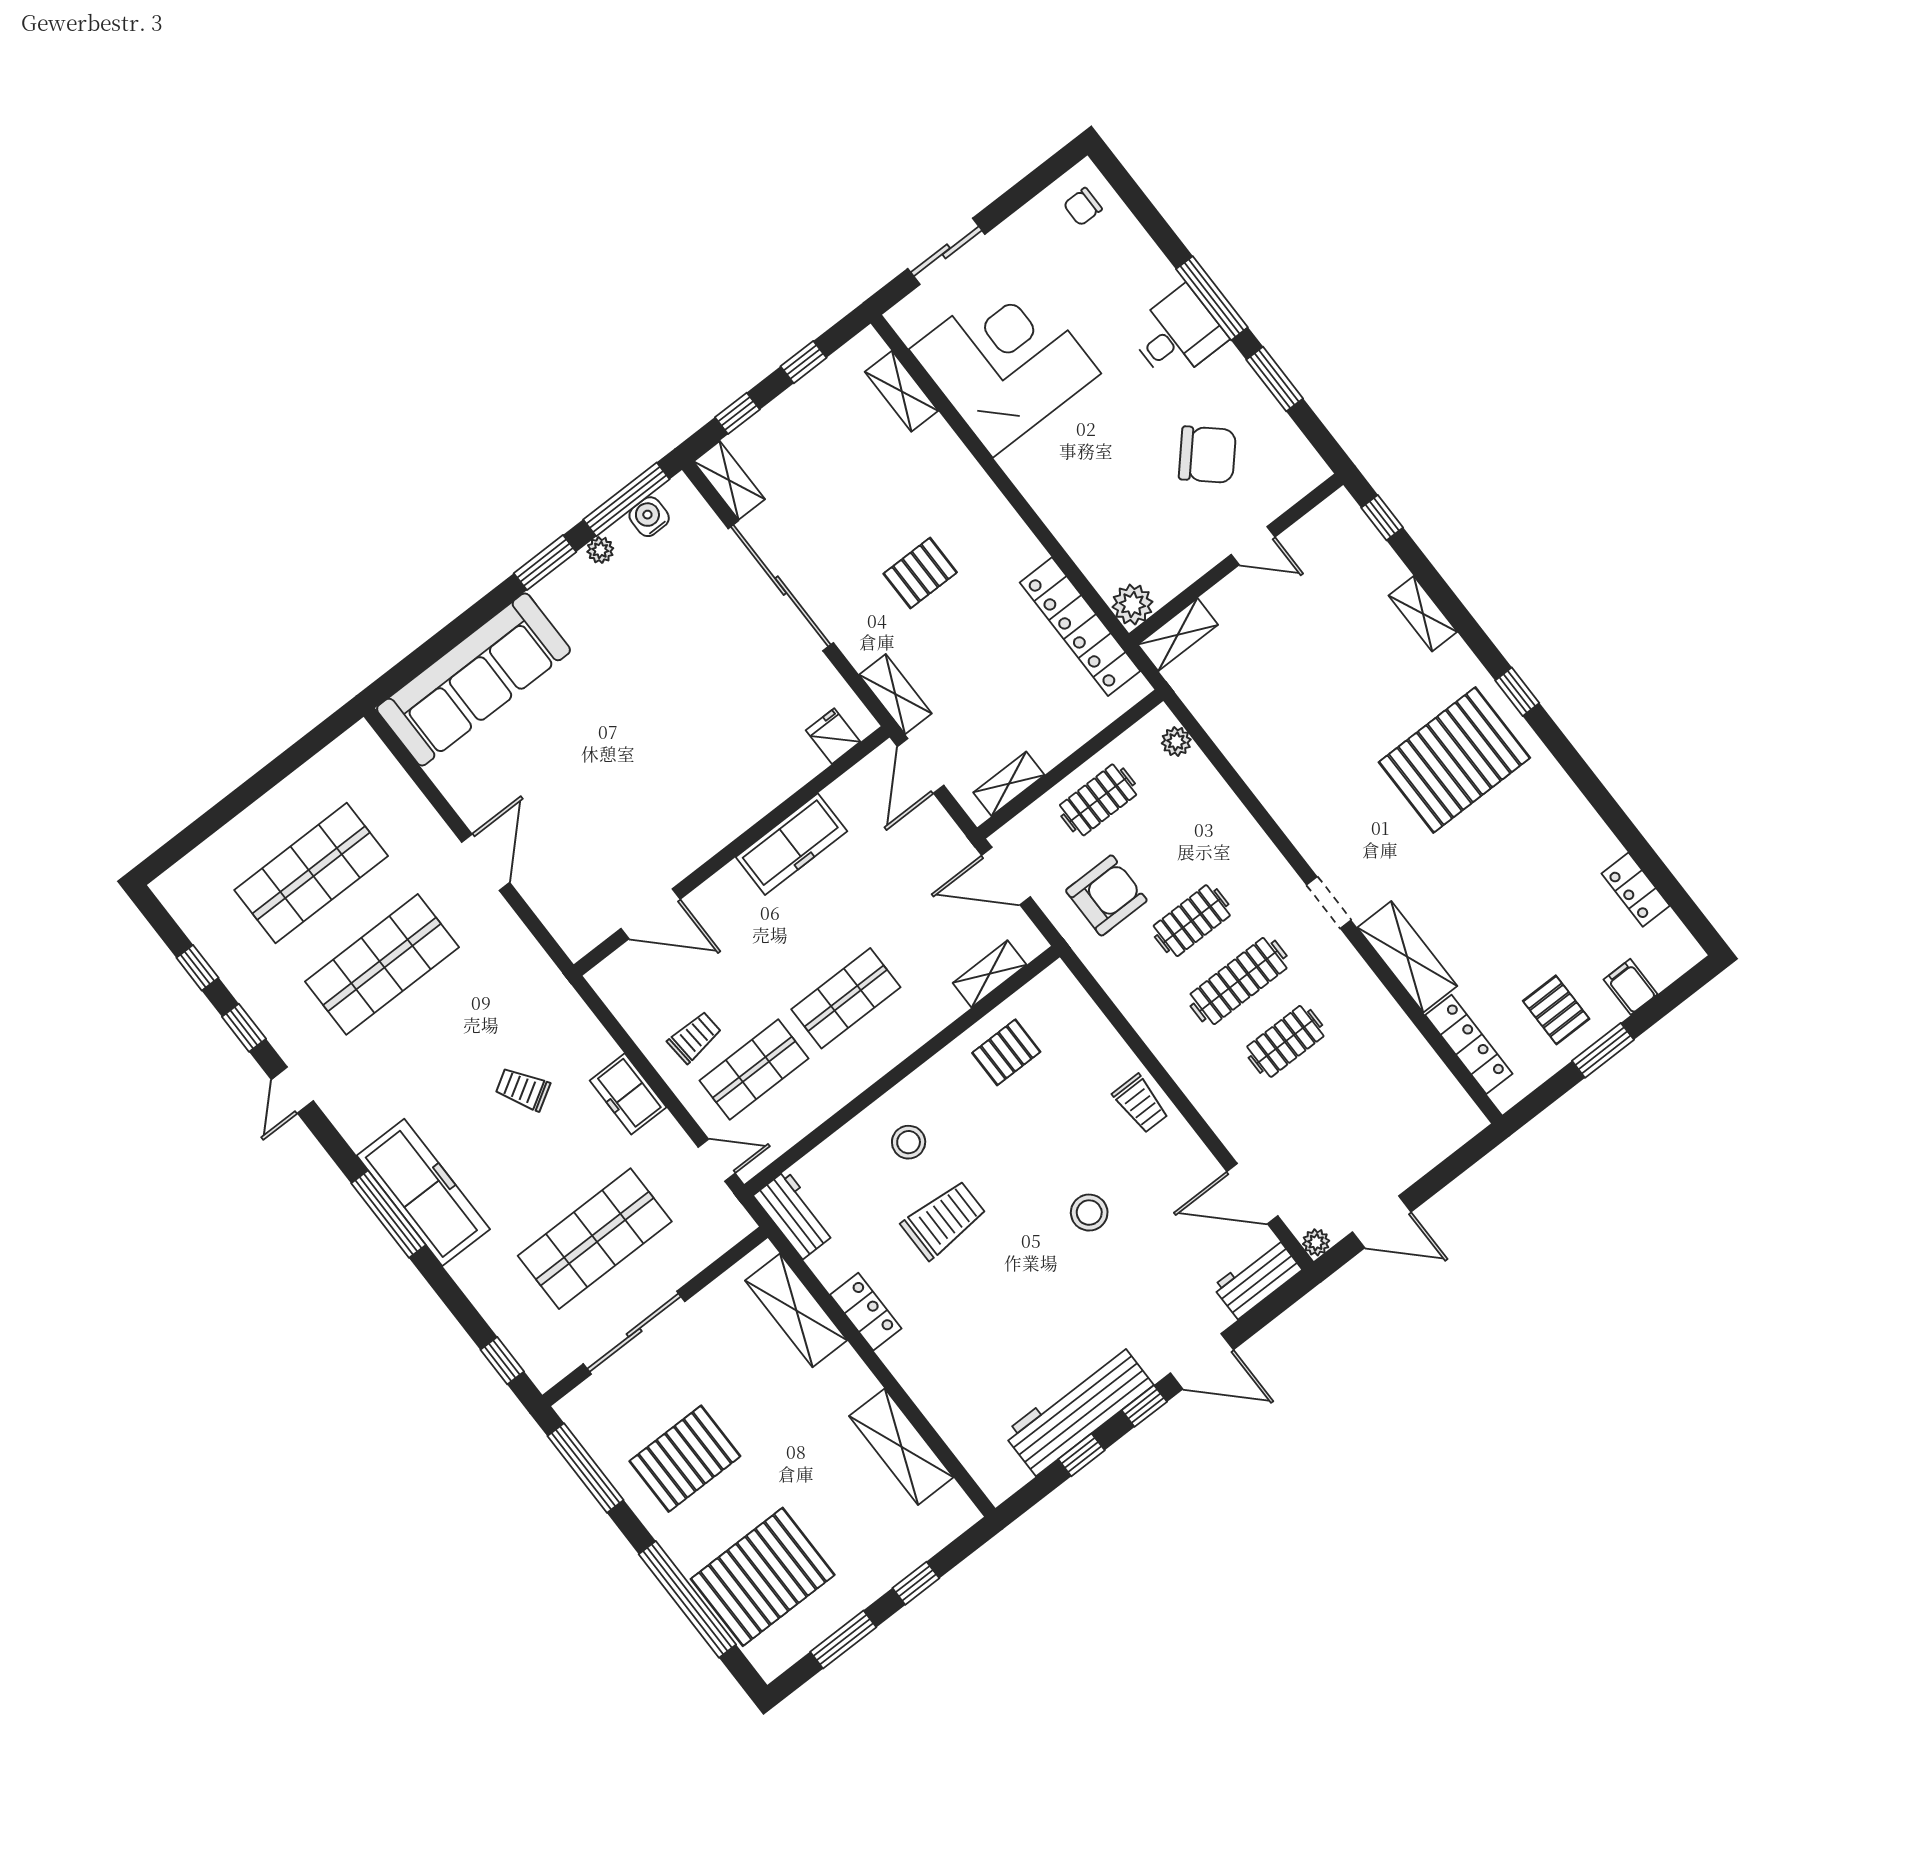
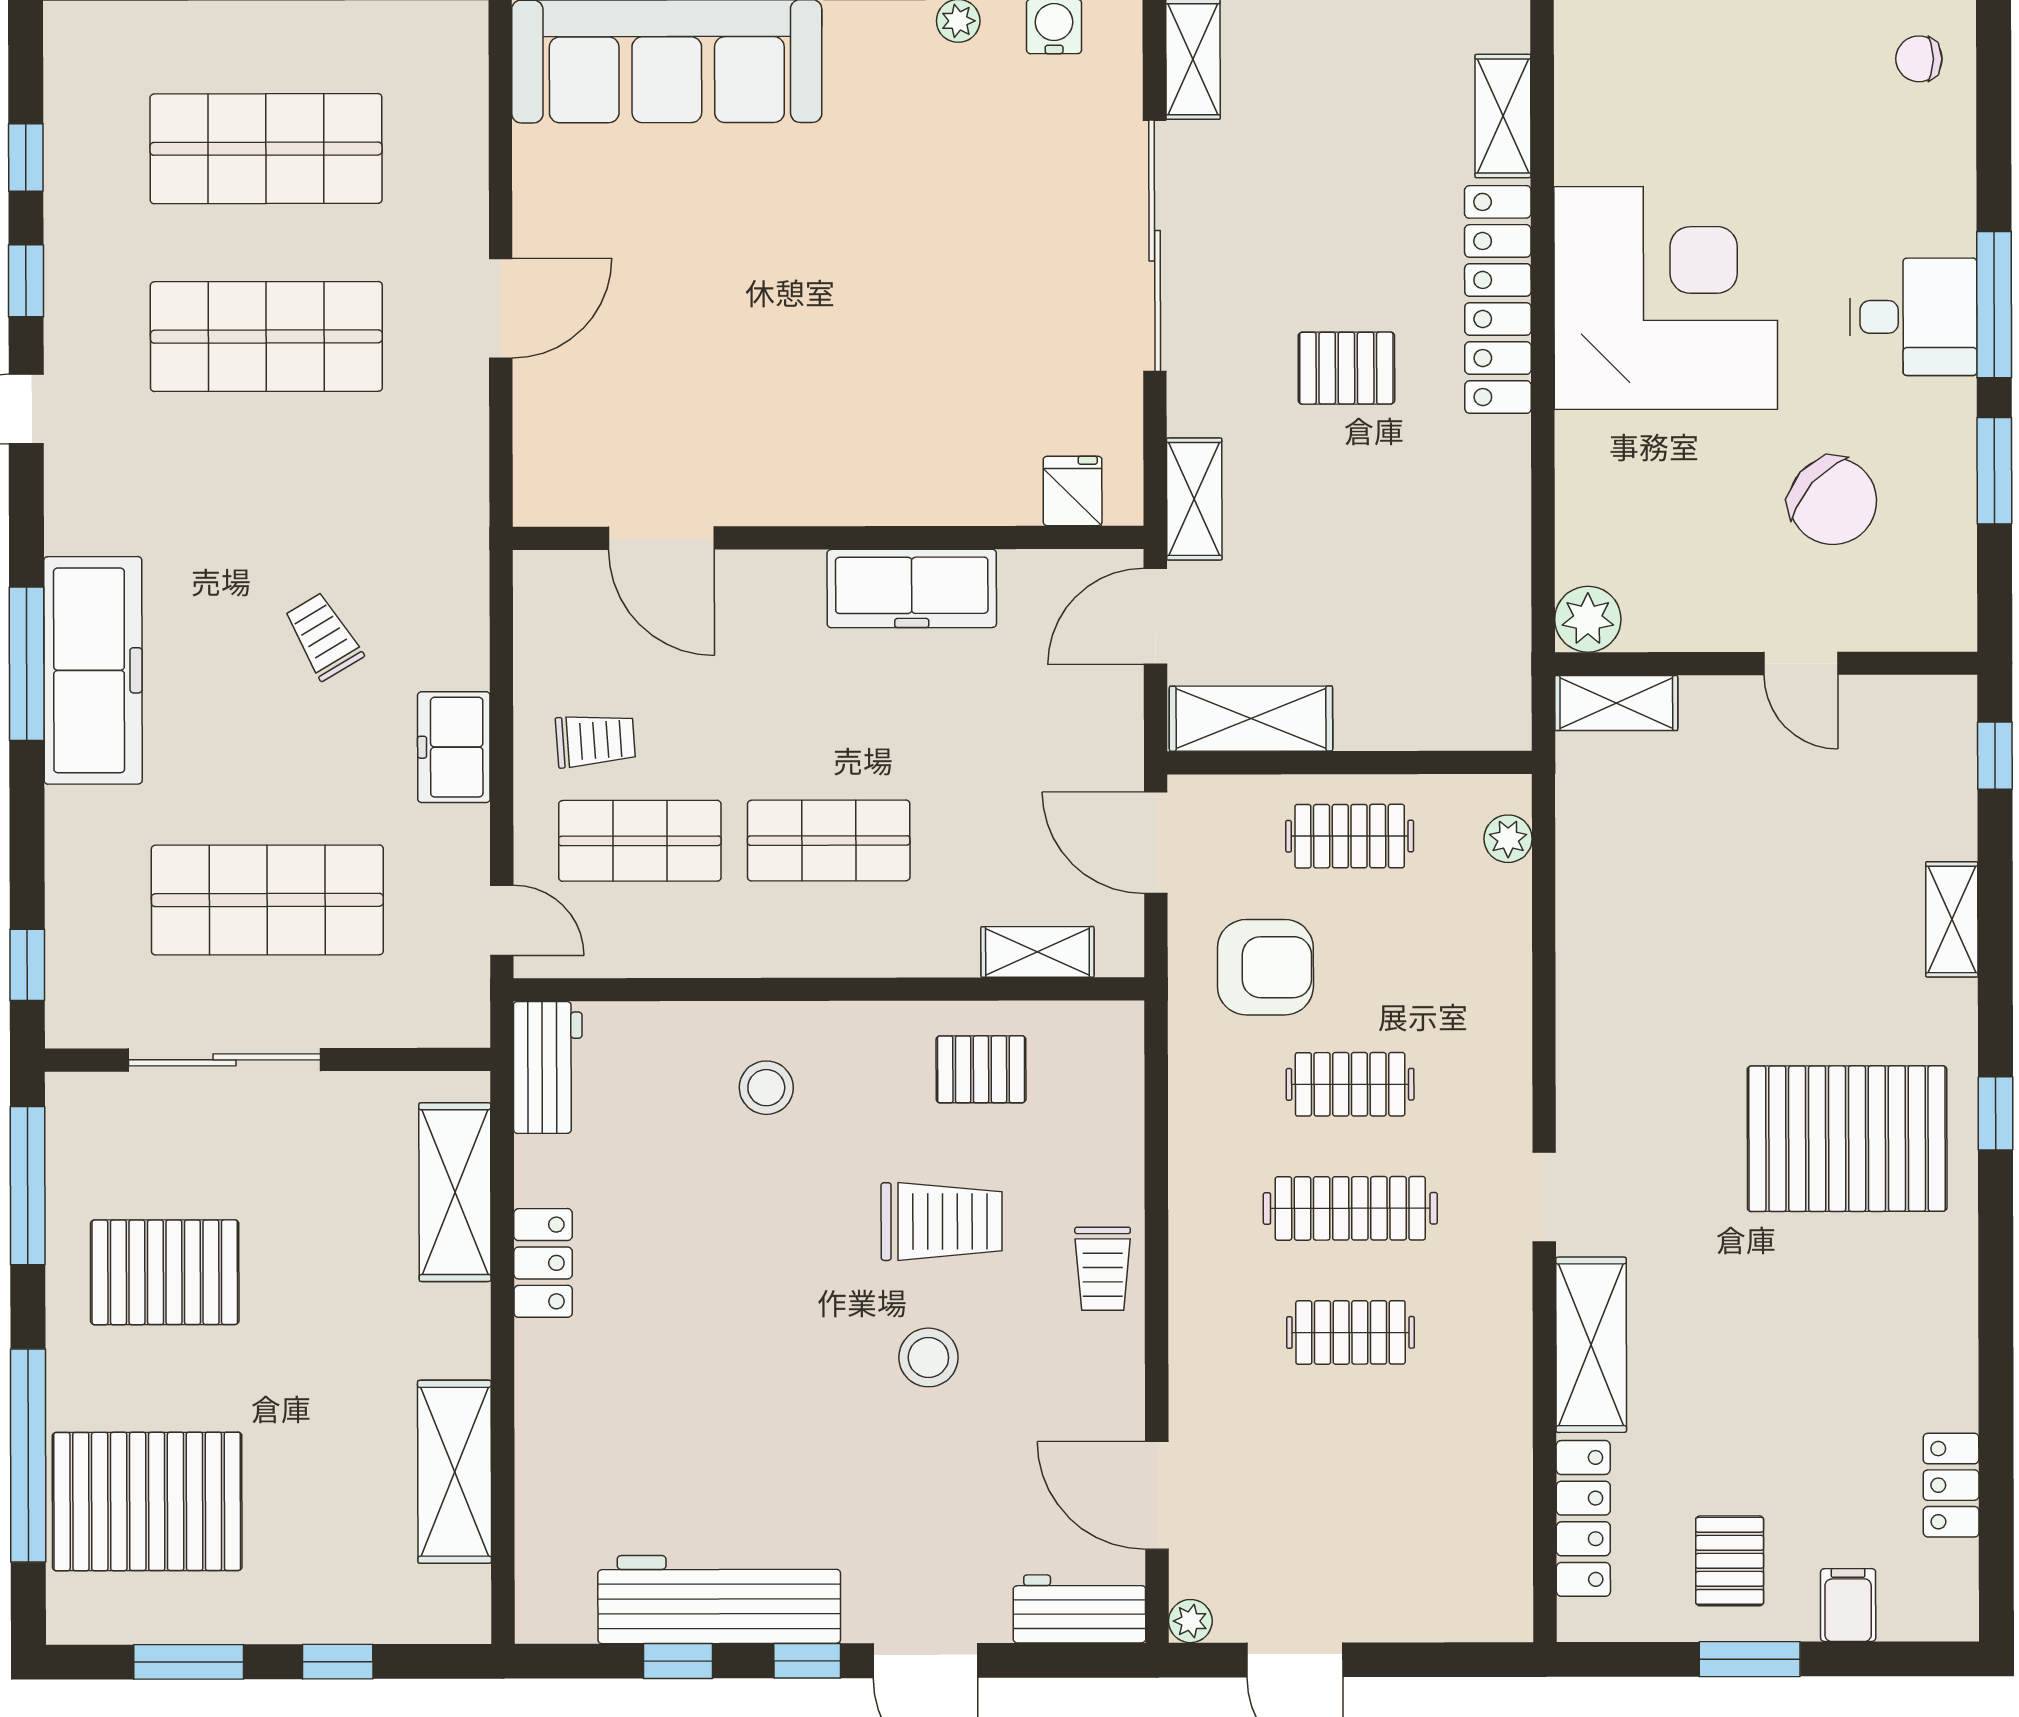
corner desk: (1005, 361) -> (1666, 298), moved
locker: (1080, 627) -> (1498, 299), moved
shelving: (1009, 784) -> (1251, 719), width x1.50, depth x1.33
trolley: (944, 1220) -> (942, 1221), moved

